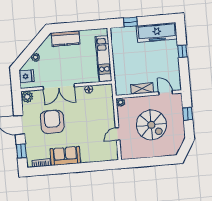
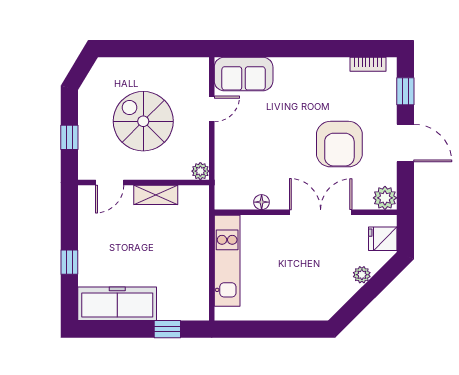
kitchen counter: (65, 39) -> (299, 307), removed
door: (166, 93) -> (110, 182), hinge flipped
sofa: (65, 156) -> (244, 74), moved

